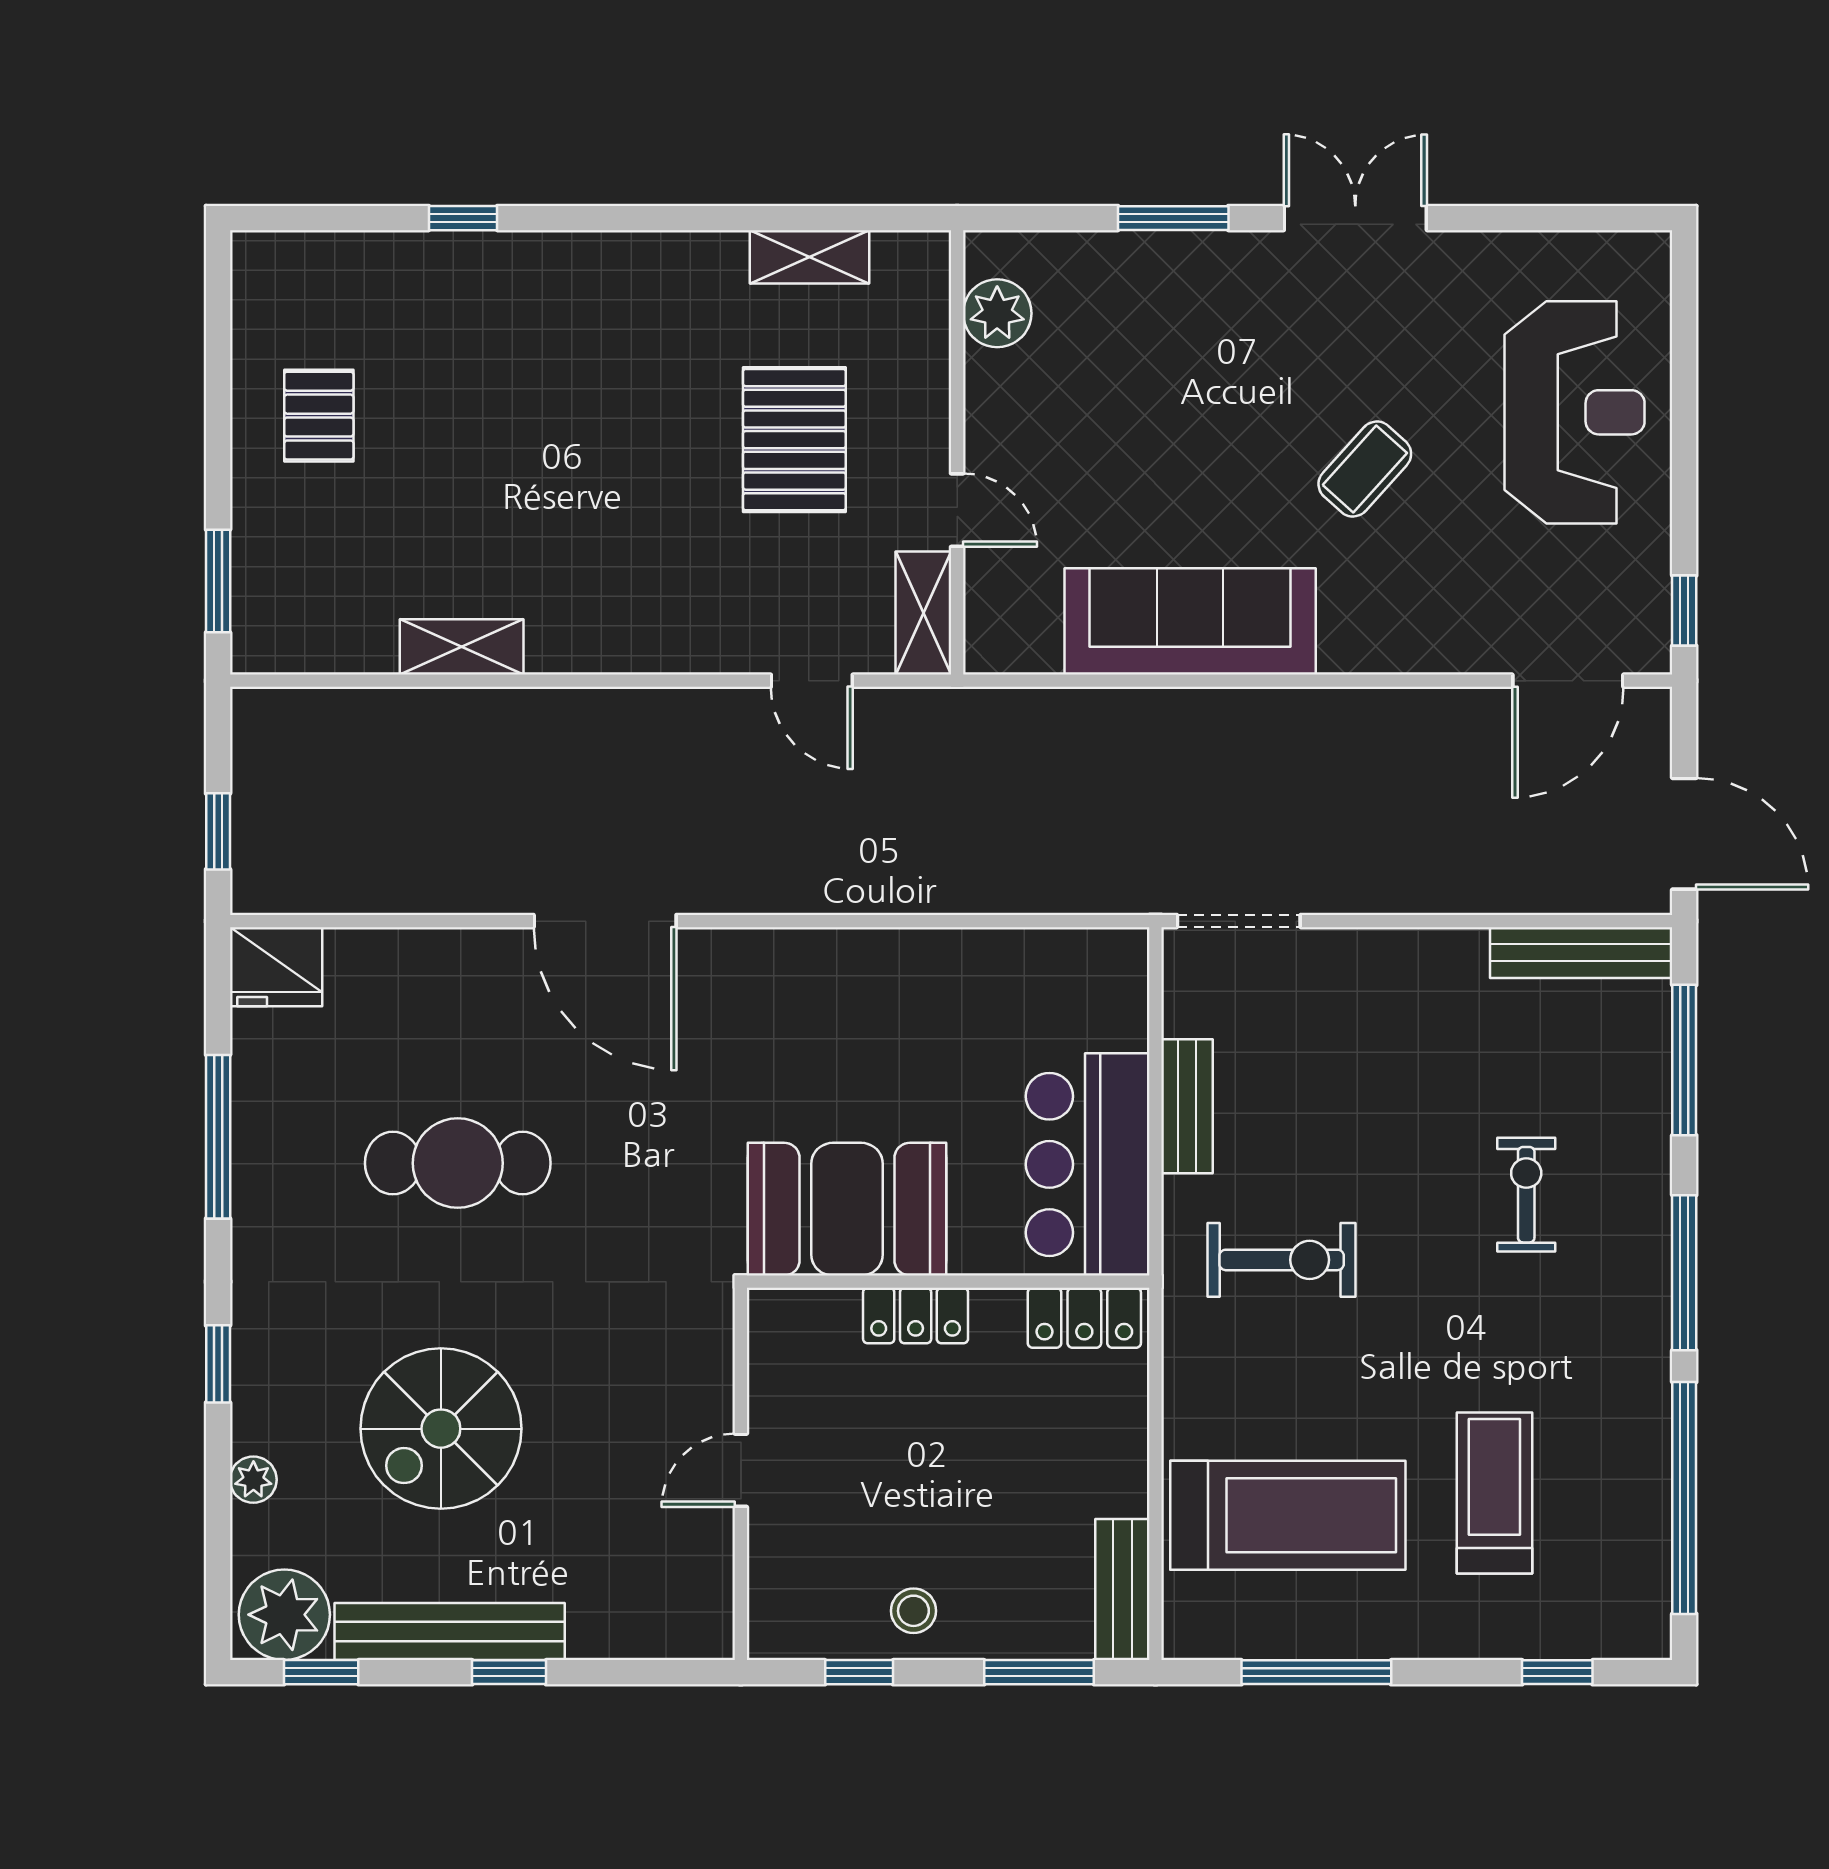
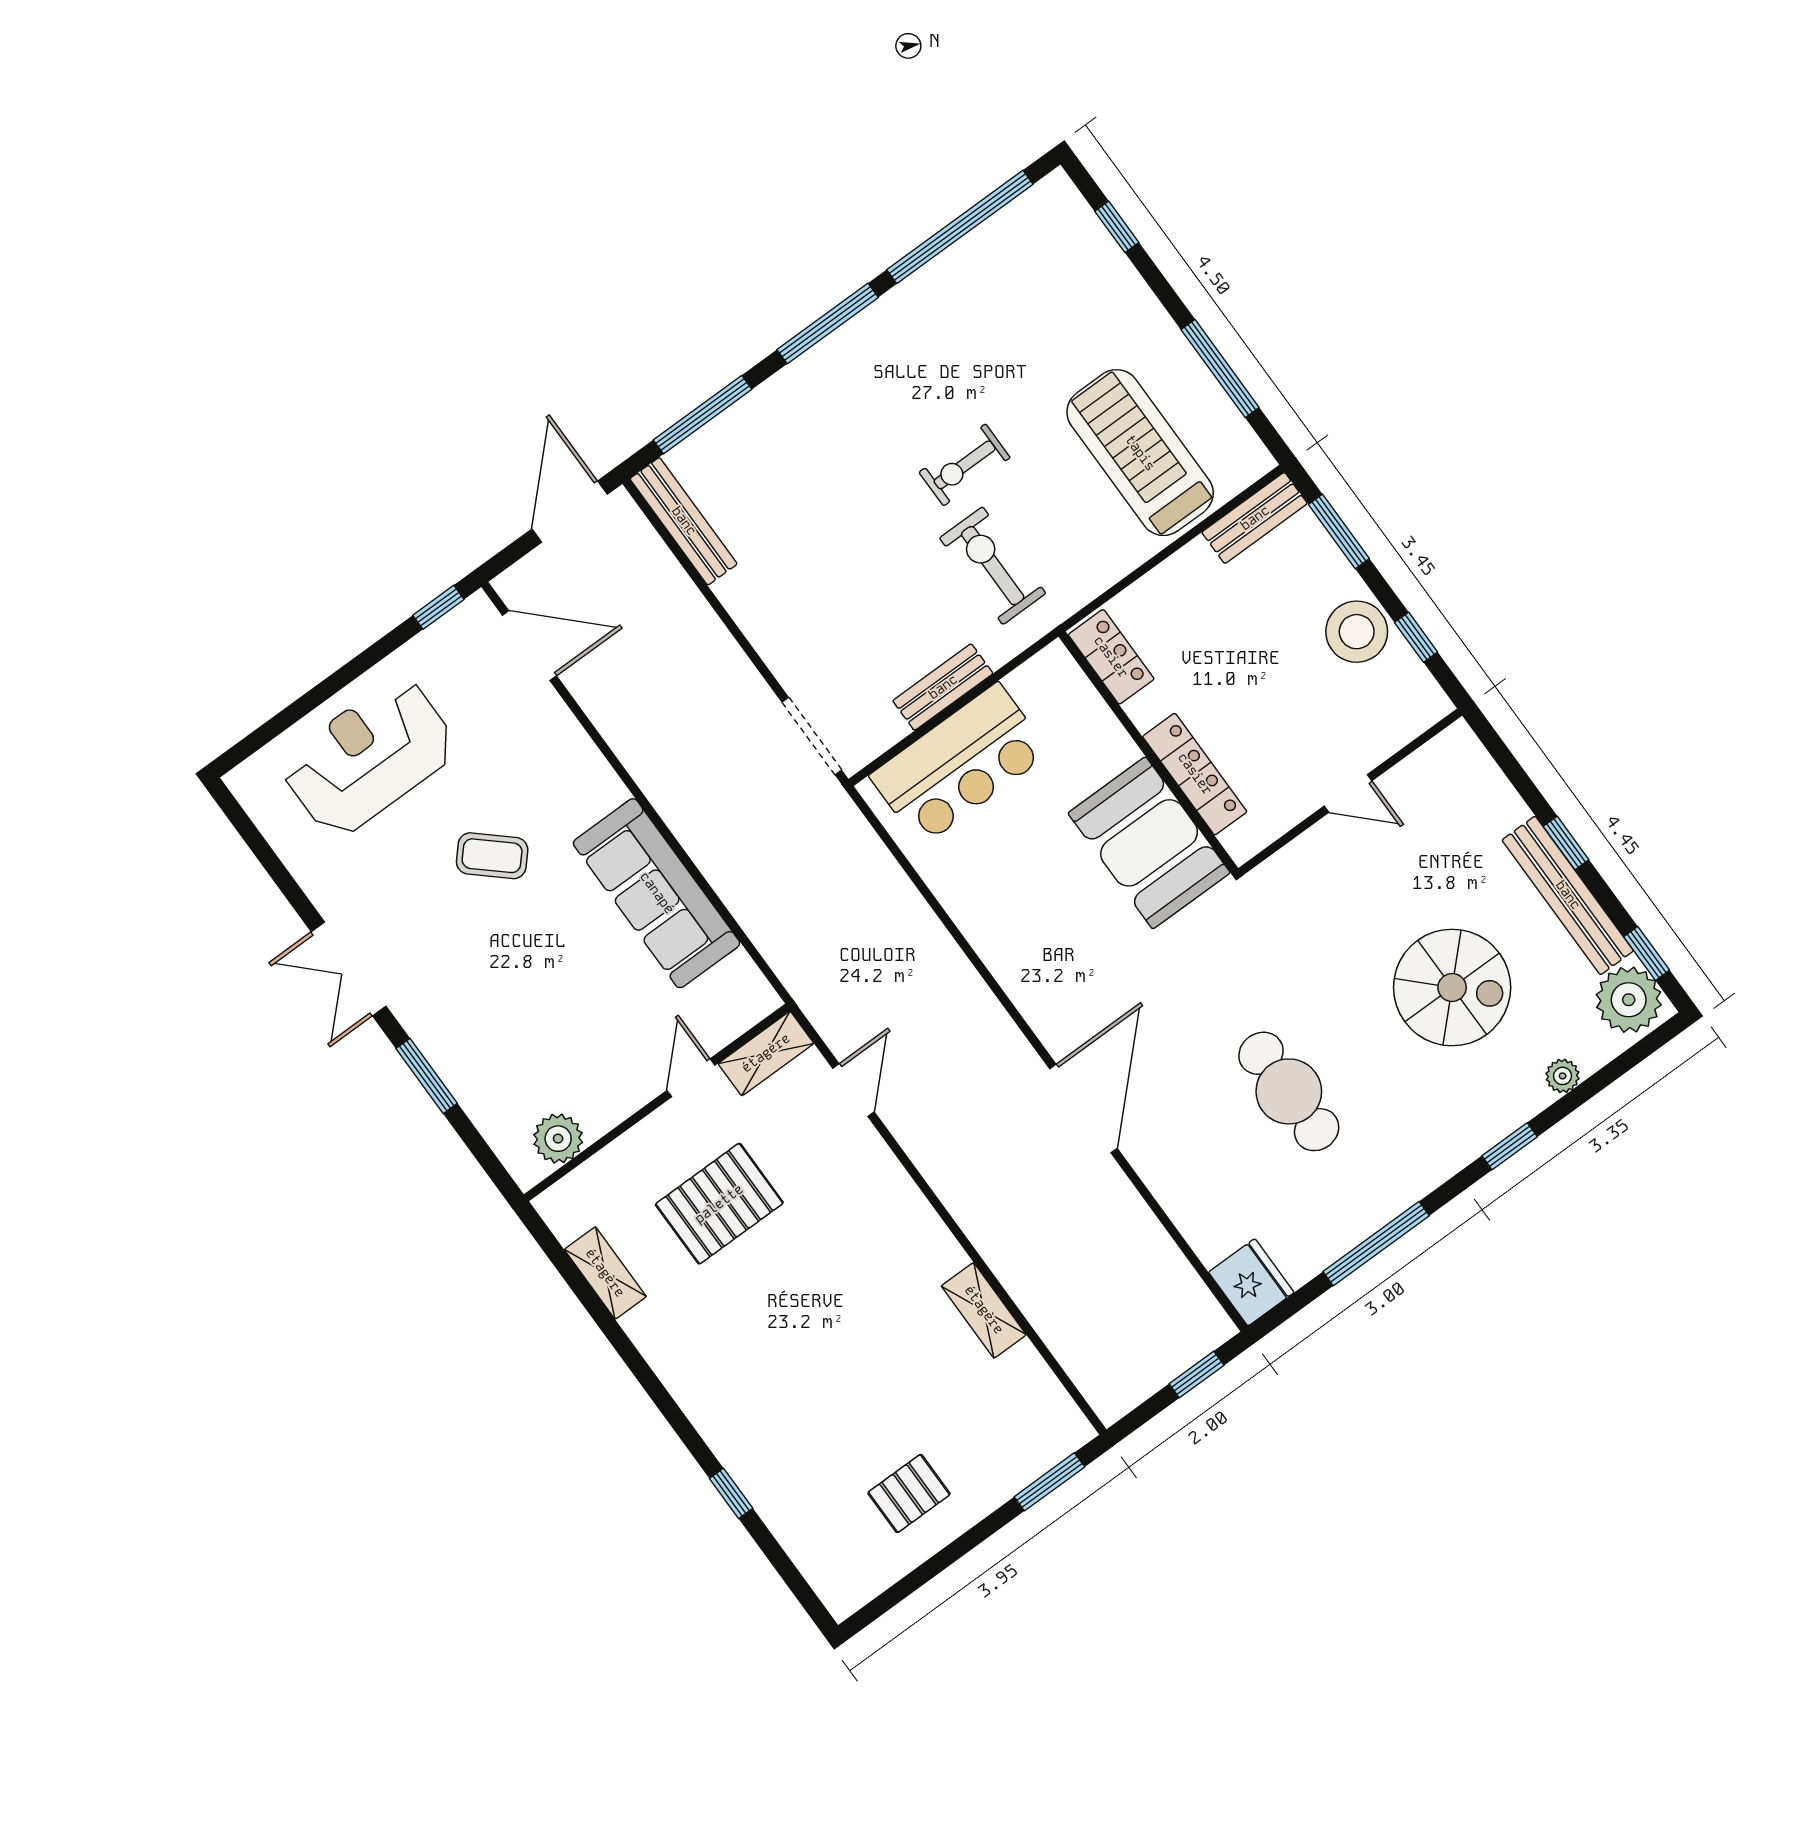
bar counter: (1088, 1164) -> (960, 764), moved
exercise bike: (1526, 1195) -> (965, 465), moved
locker: (916, 1316) -> (1195, 774), width x1.53
treadmill: (1494, 1493) -> (1038, 341), removed
stool: (913, 1611) -> (1357, 632), width x1.89, depth x1.89

